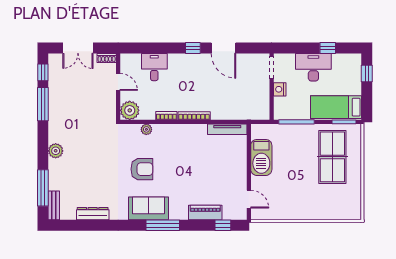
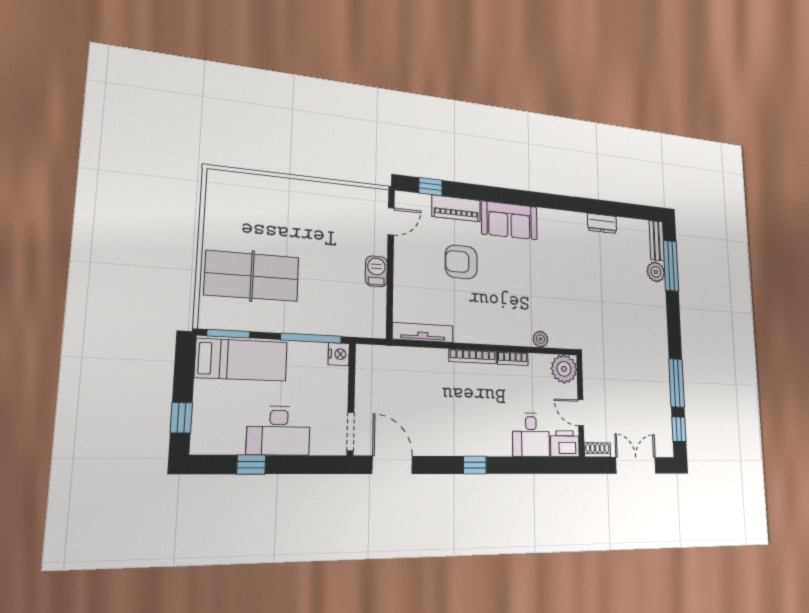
door: (223, 48) -> (392, 465), moved
printer: (130, 62) -> (565, 444), added
nightstand: (280, 89) -> (339, 354), moved
plant: (56, 151) -> (656, 272), moved
barbecue: (261, 157) -> (376, 271), width x0.53, depth x0.65
table tennis table: (332, 157) -> (252, 276), turned 90
armchair: (142, 169) -> (461, 262), moved
door: (249, 199) -> (391, 221), swing flipped
sofa: (149, 208) -> (509, 220), moved
dresser: (93, 214) -> (602, 223), width x0.70
window: (163, 225) -> (516, 197), removed

